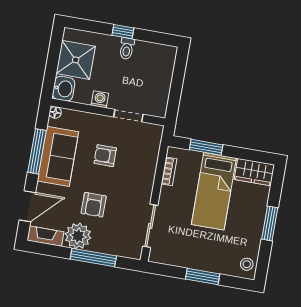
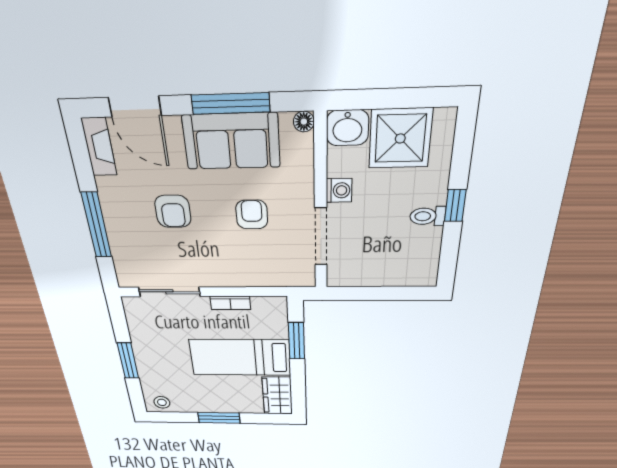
doorway: (128, 116) -> (321, 237), width x1.38
bookcase: (169, 171) -> (230, 303), moved
armchair: (94, 205) -> (173, 211), turned -90
plant: (78, 236) -> (119, 197), removed

